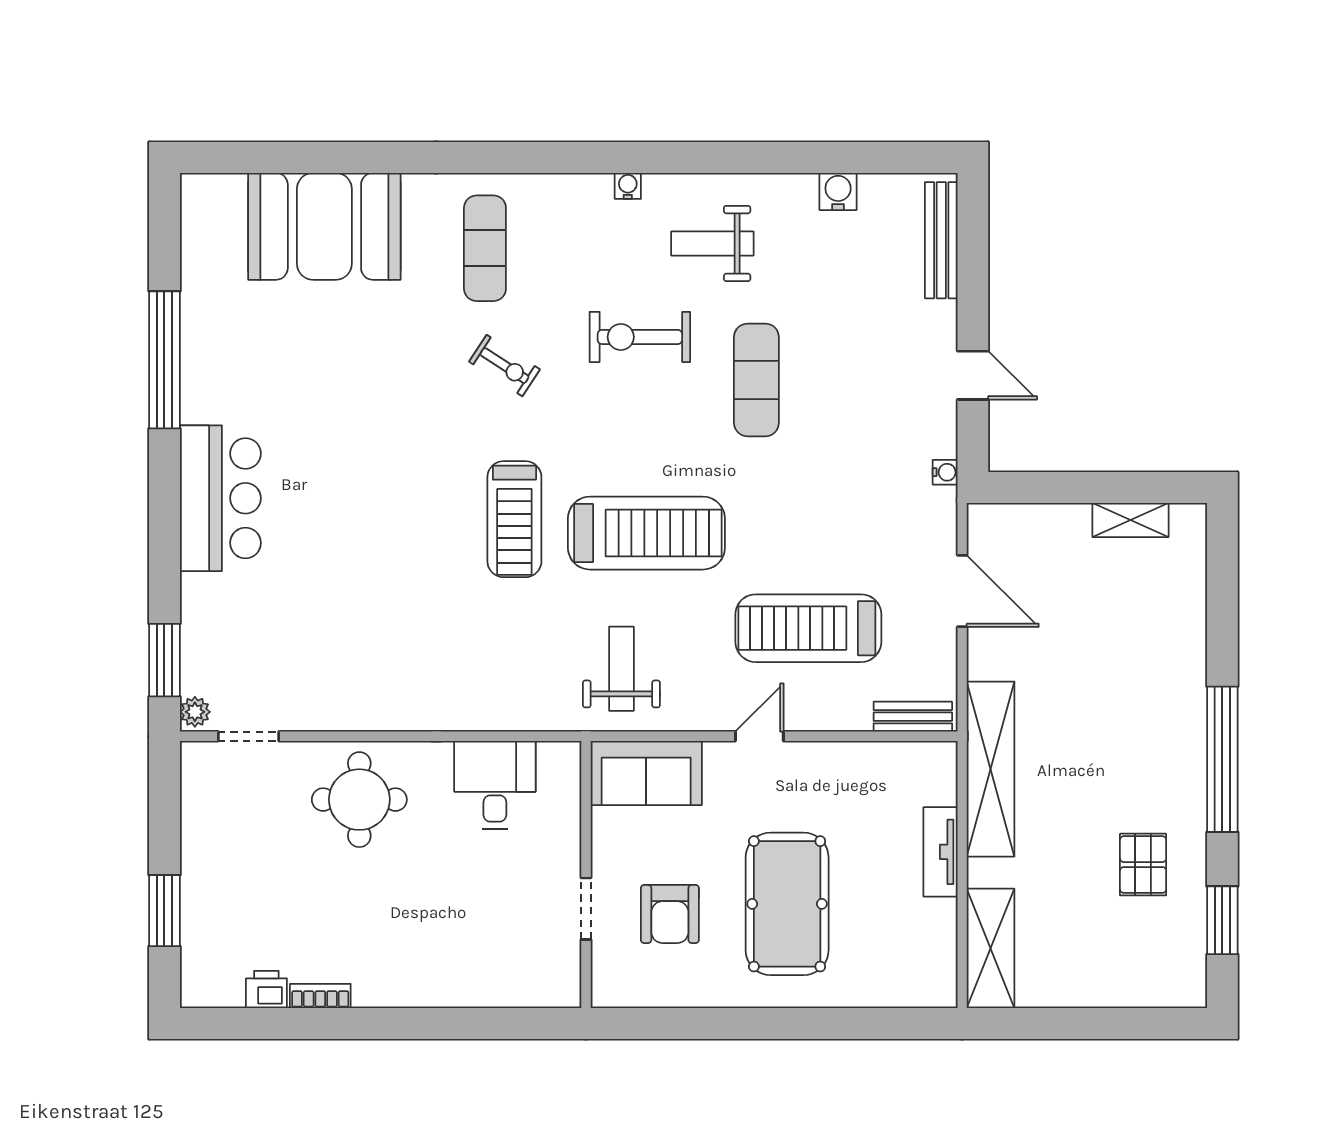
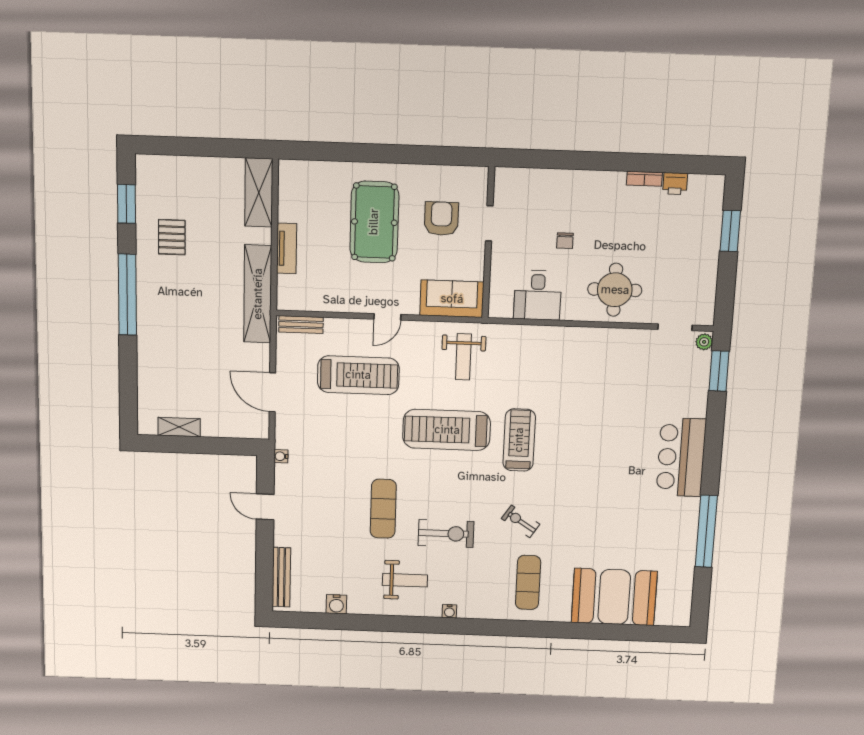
chair: (452, 883) -> (565, 241), added

